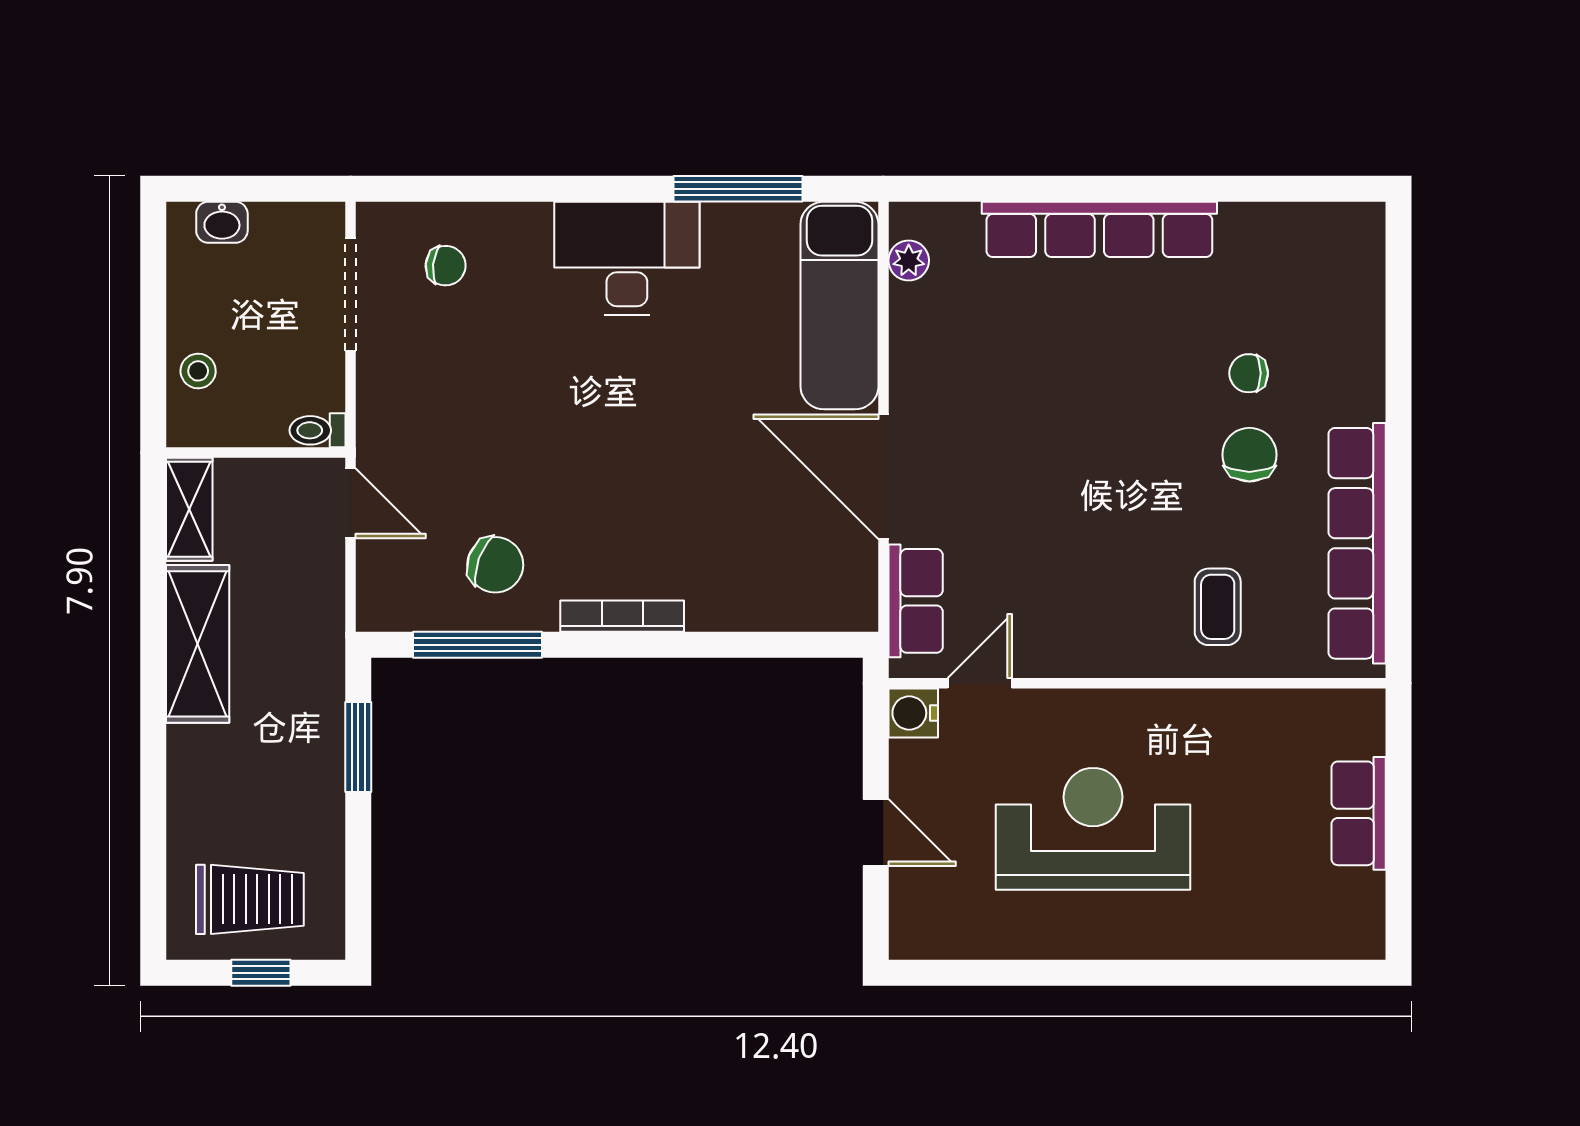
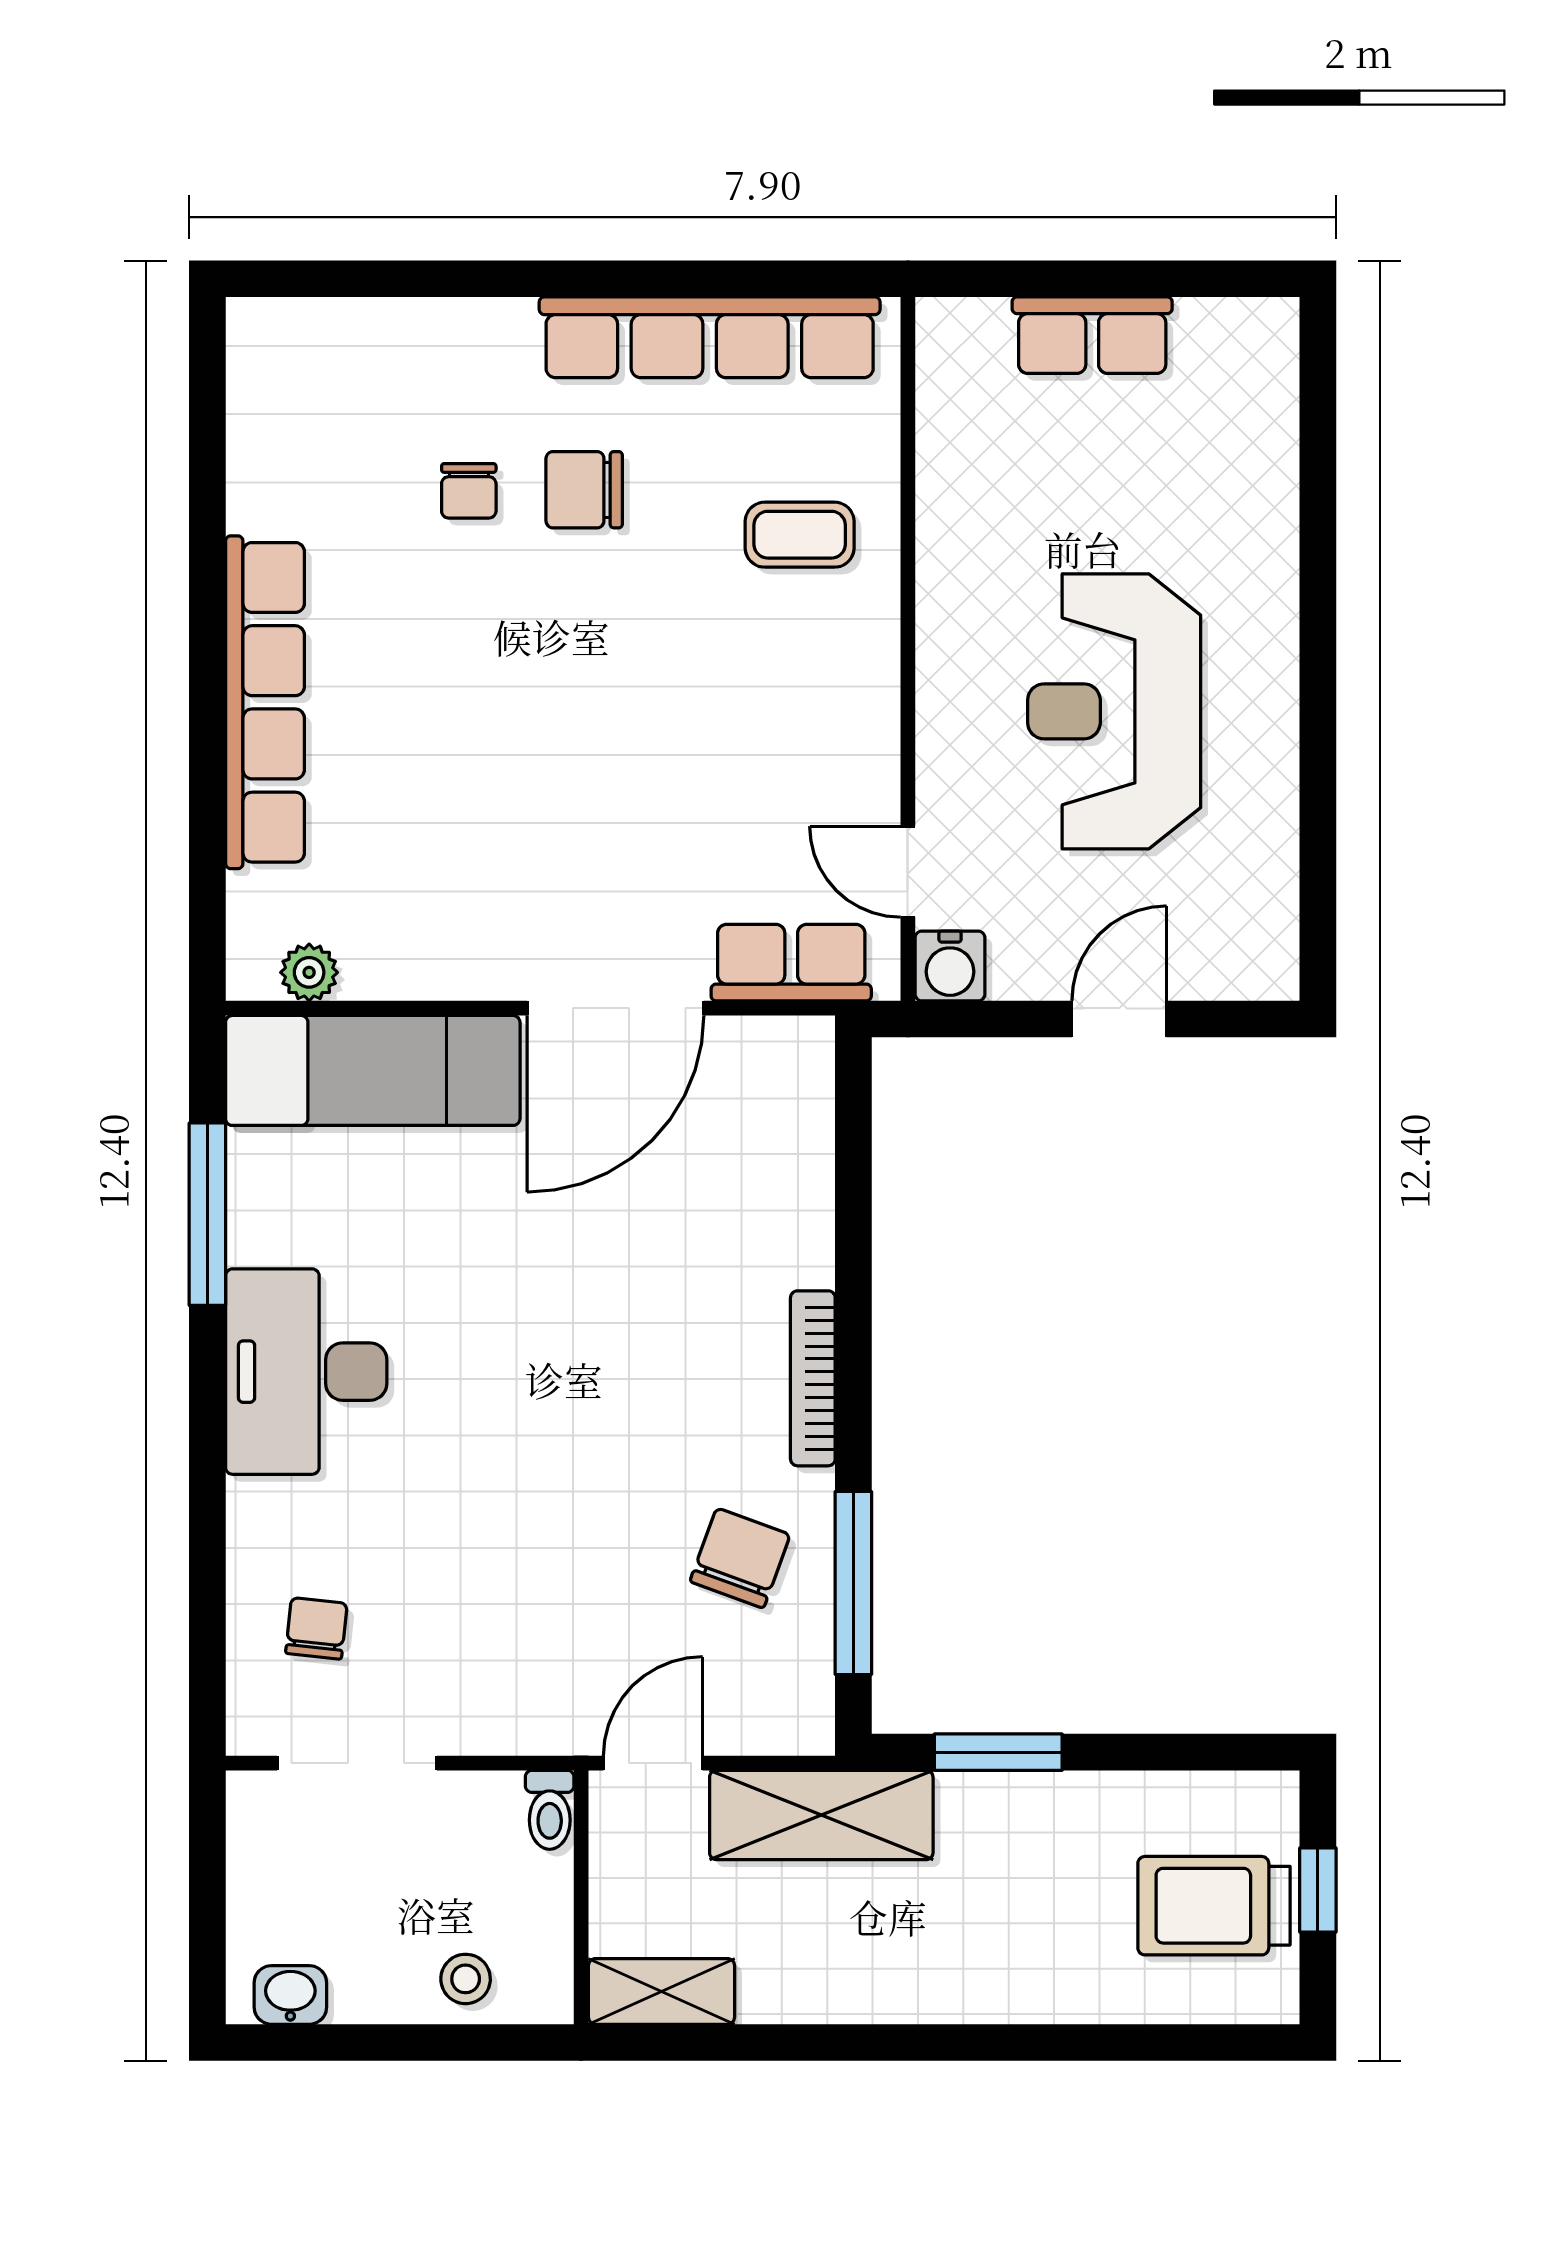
washbasin: (222, 222) -> (290, 1995), moved, turned -90
shelving: (198, 644) -> (821, 1815), moved
trolley: (250, 899) -> (1214, 1906), turned -90

